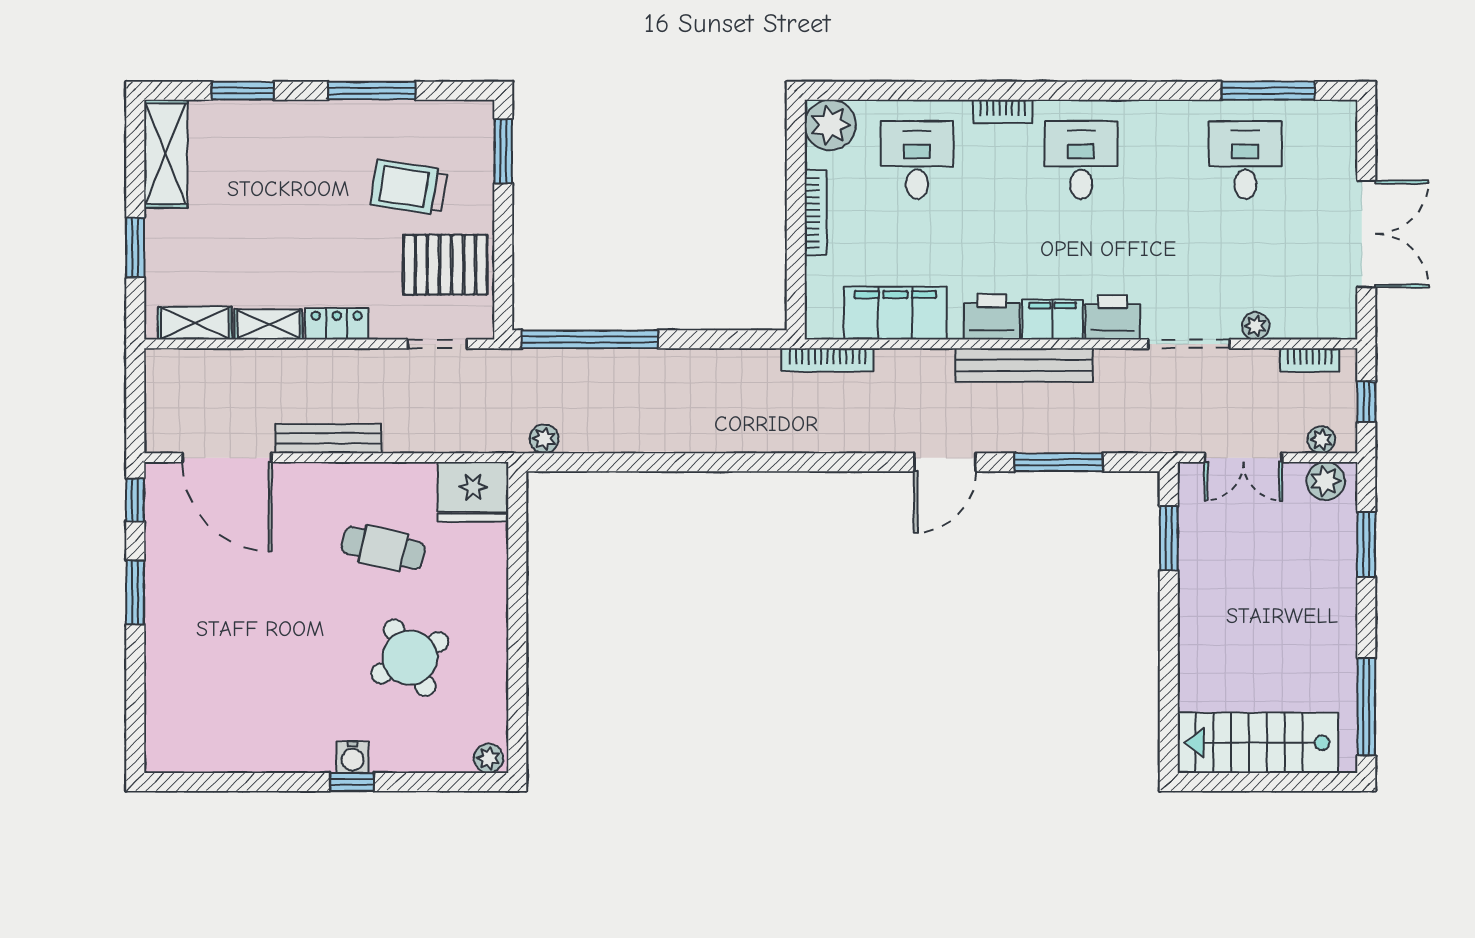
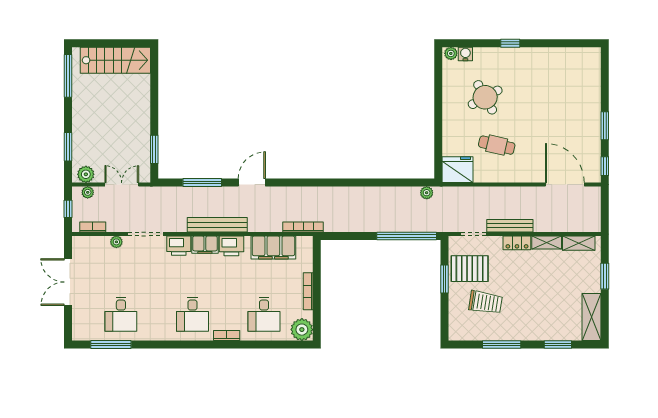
window: (503, 151) -> (444, 279), moved
bench: (328, 439) -> (510, 226), moved
water cooler: (352, 757) -> (465, 54), moved

